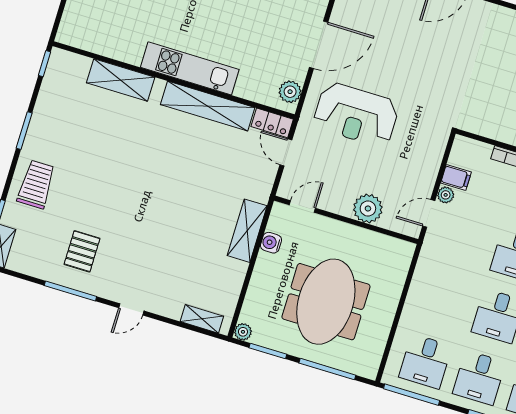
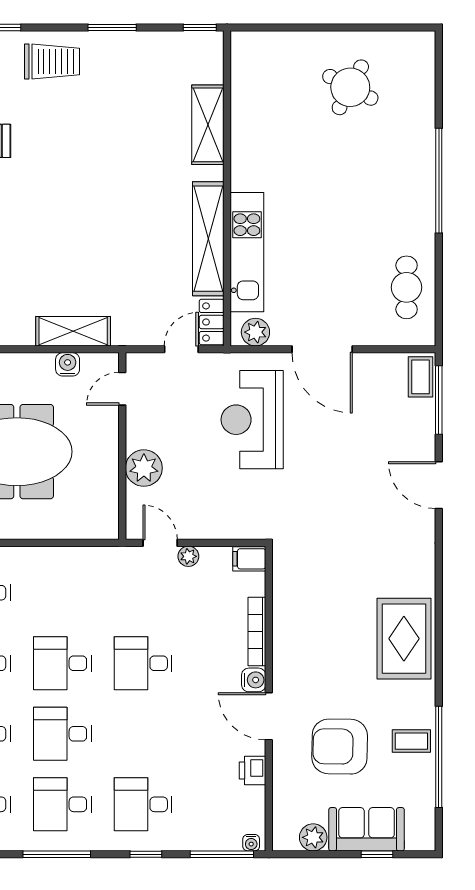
kitchen unit: (190, 68) -> (247, 252), moved
filing cabinet: (456, 177) -> (249, 559), moved, turned 90
door: (302, 207) -> (122, 389), swing flipped

